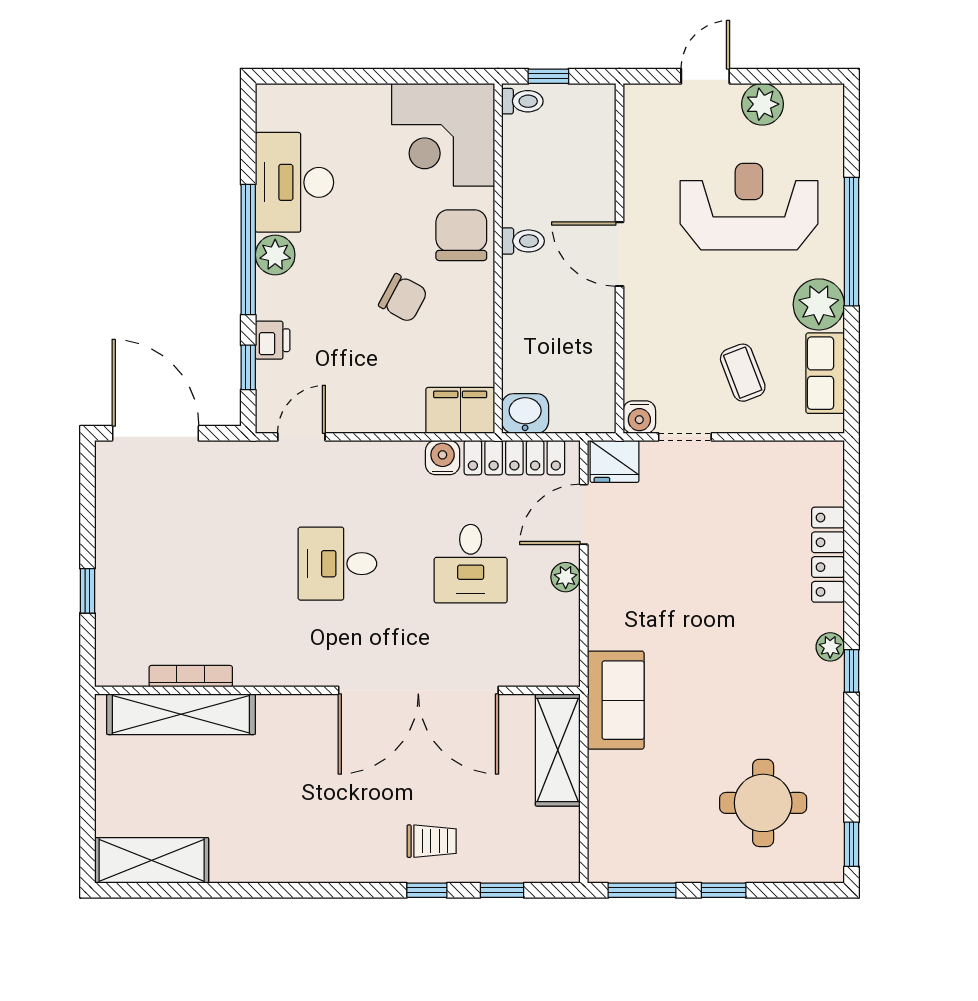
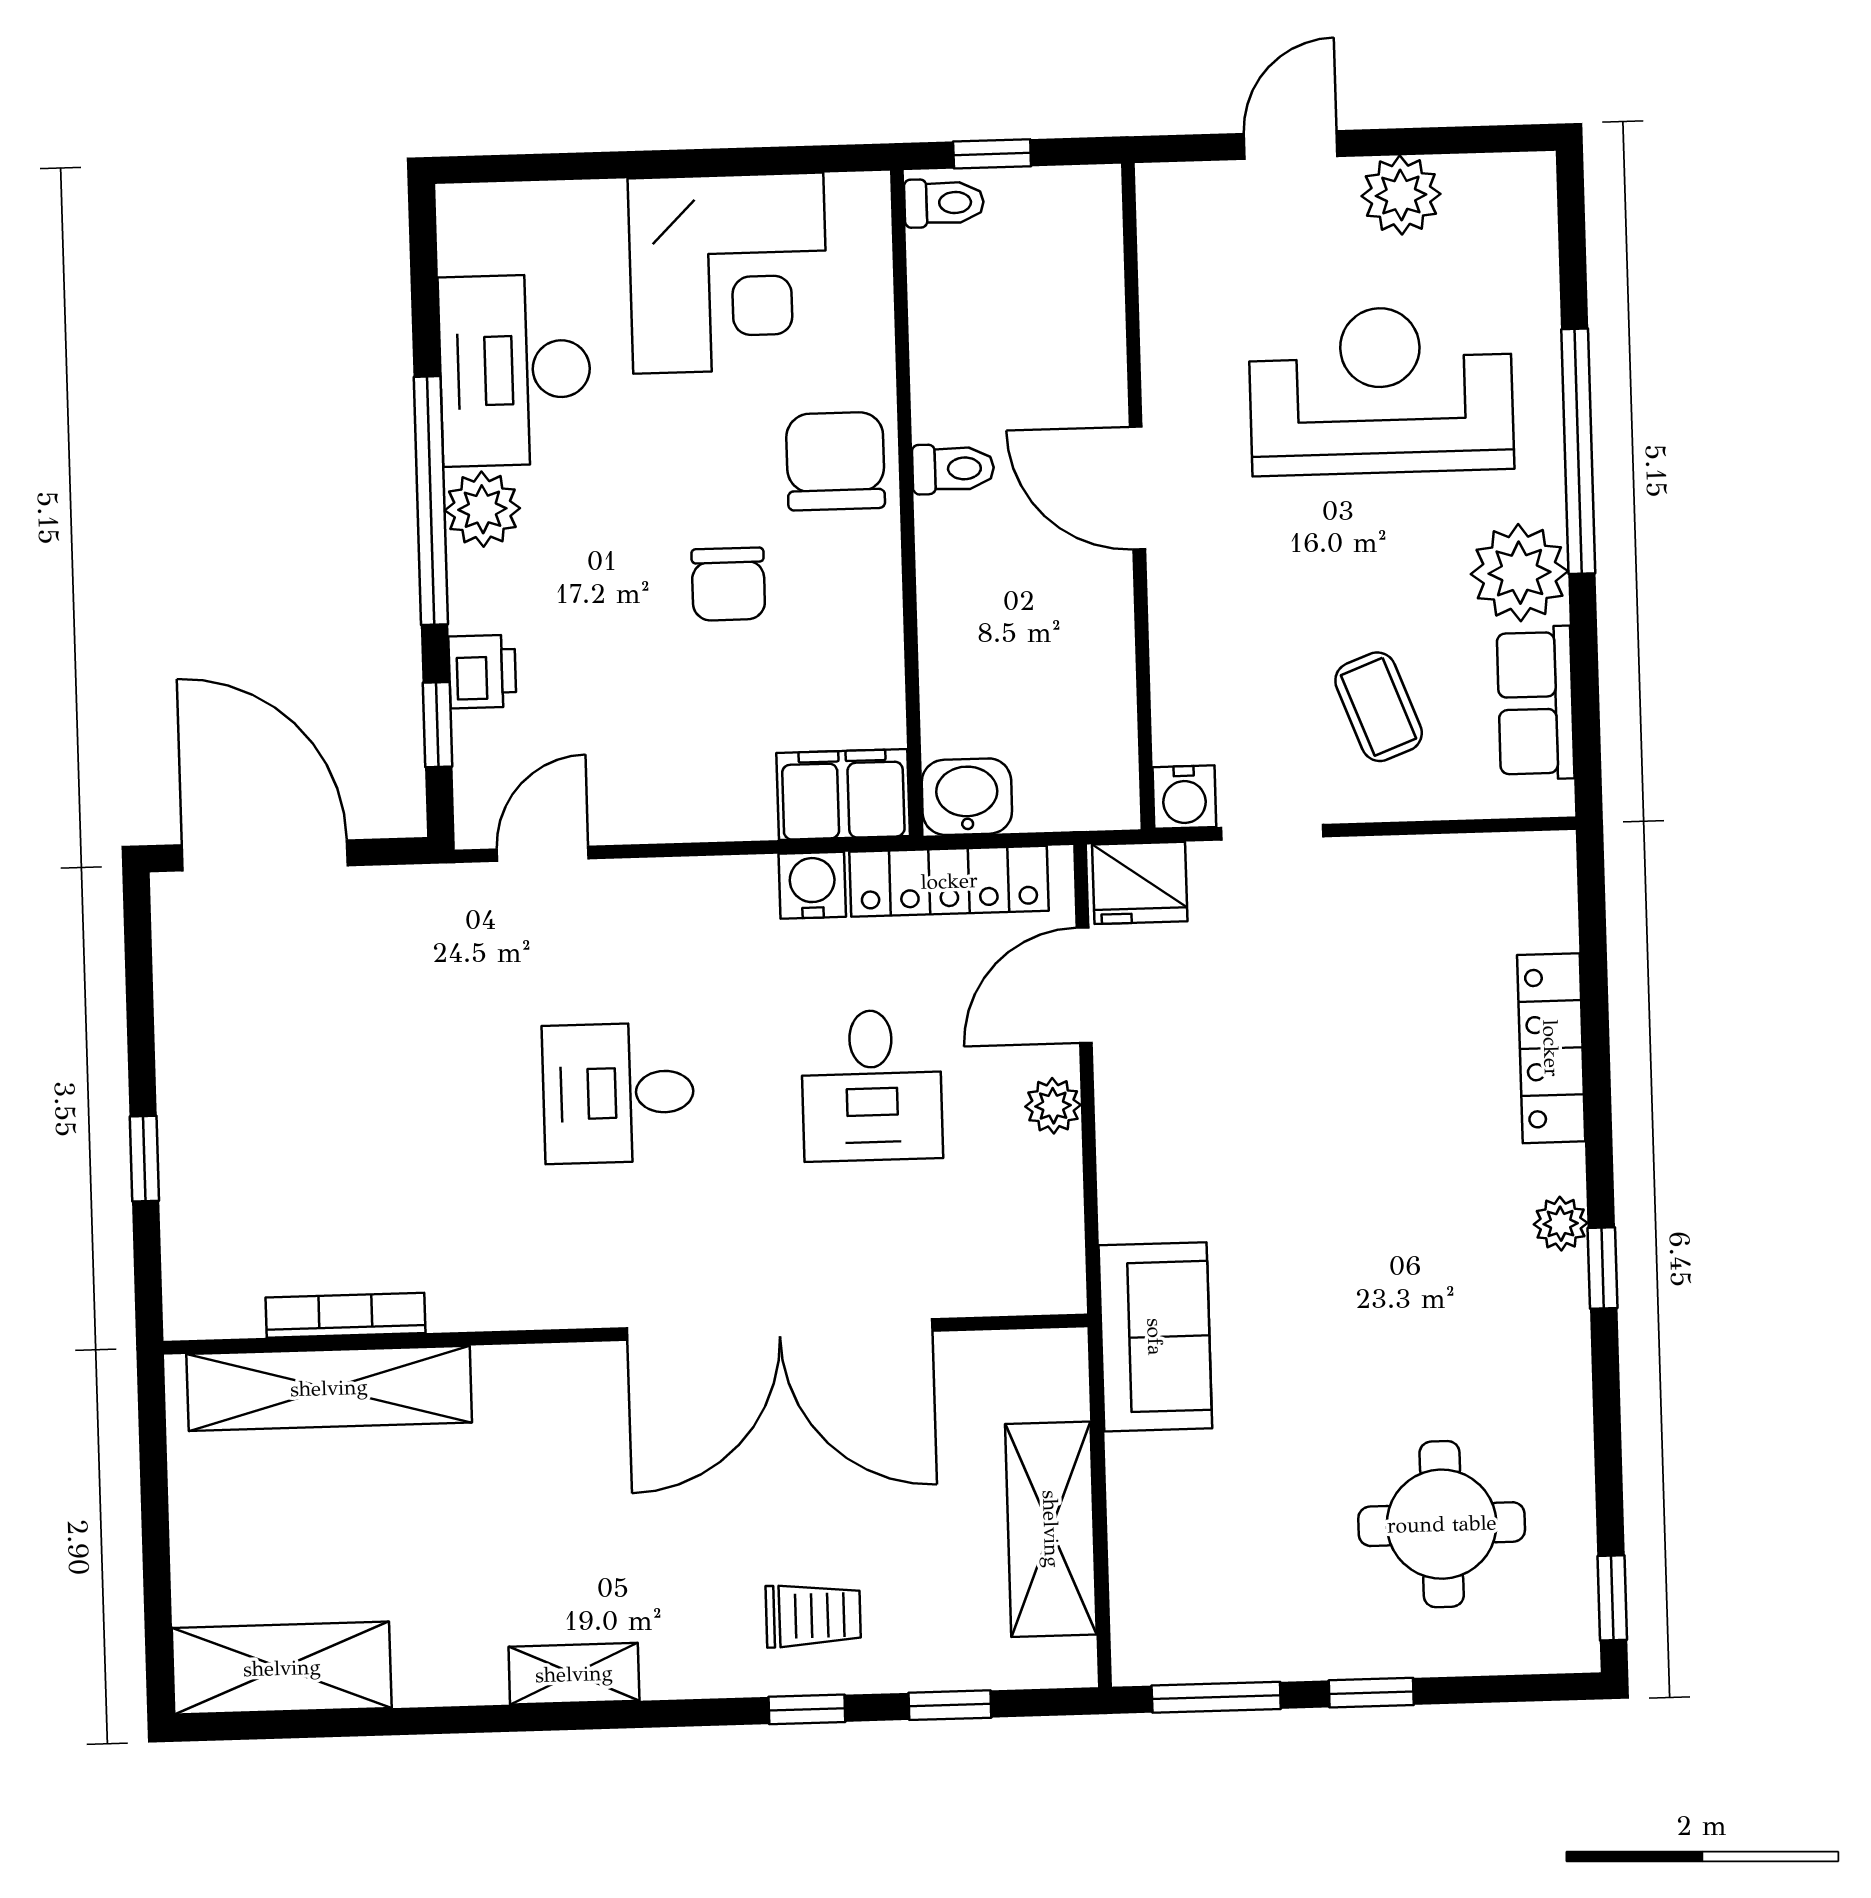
corner desk: (443, 135) -> (728, 273), moved, turned -90
chair: (403, 298) -> (728, 584), turned 62
shelving: (558, 750) -> (1051, 1529), moved
shelving: (305, 868) -> (574, 1674), added

